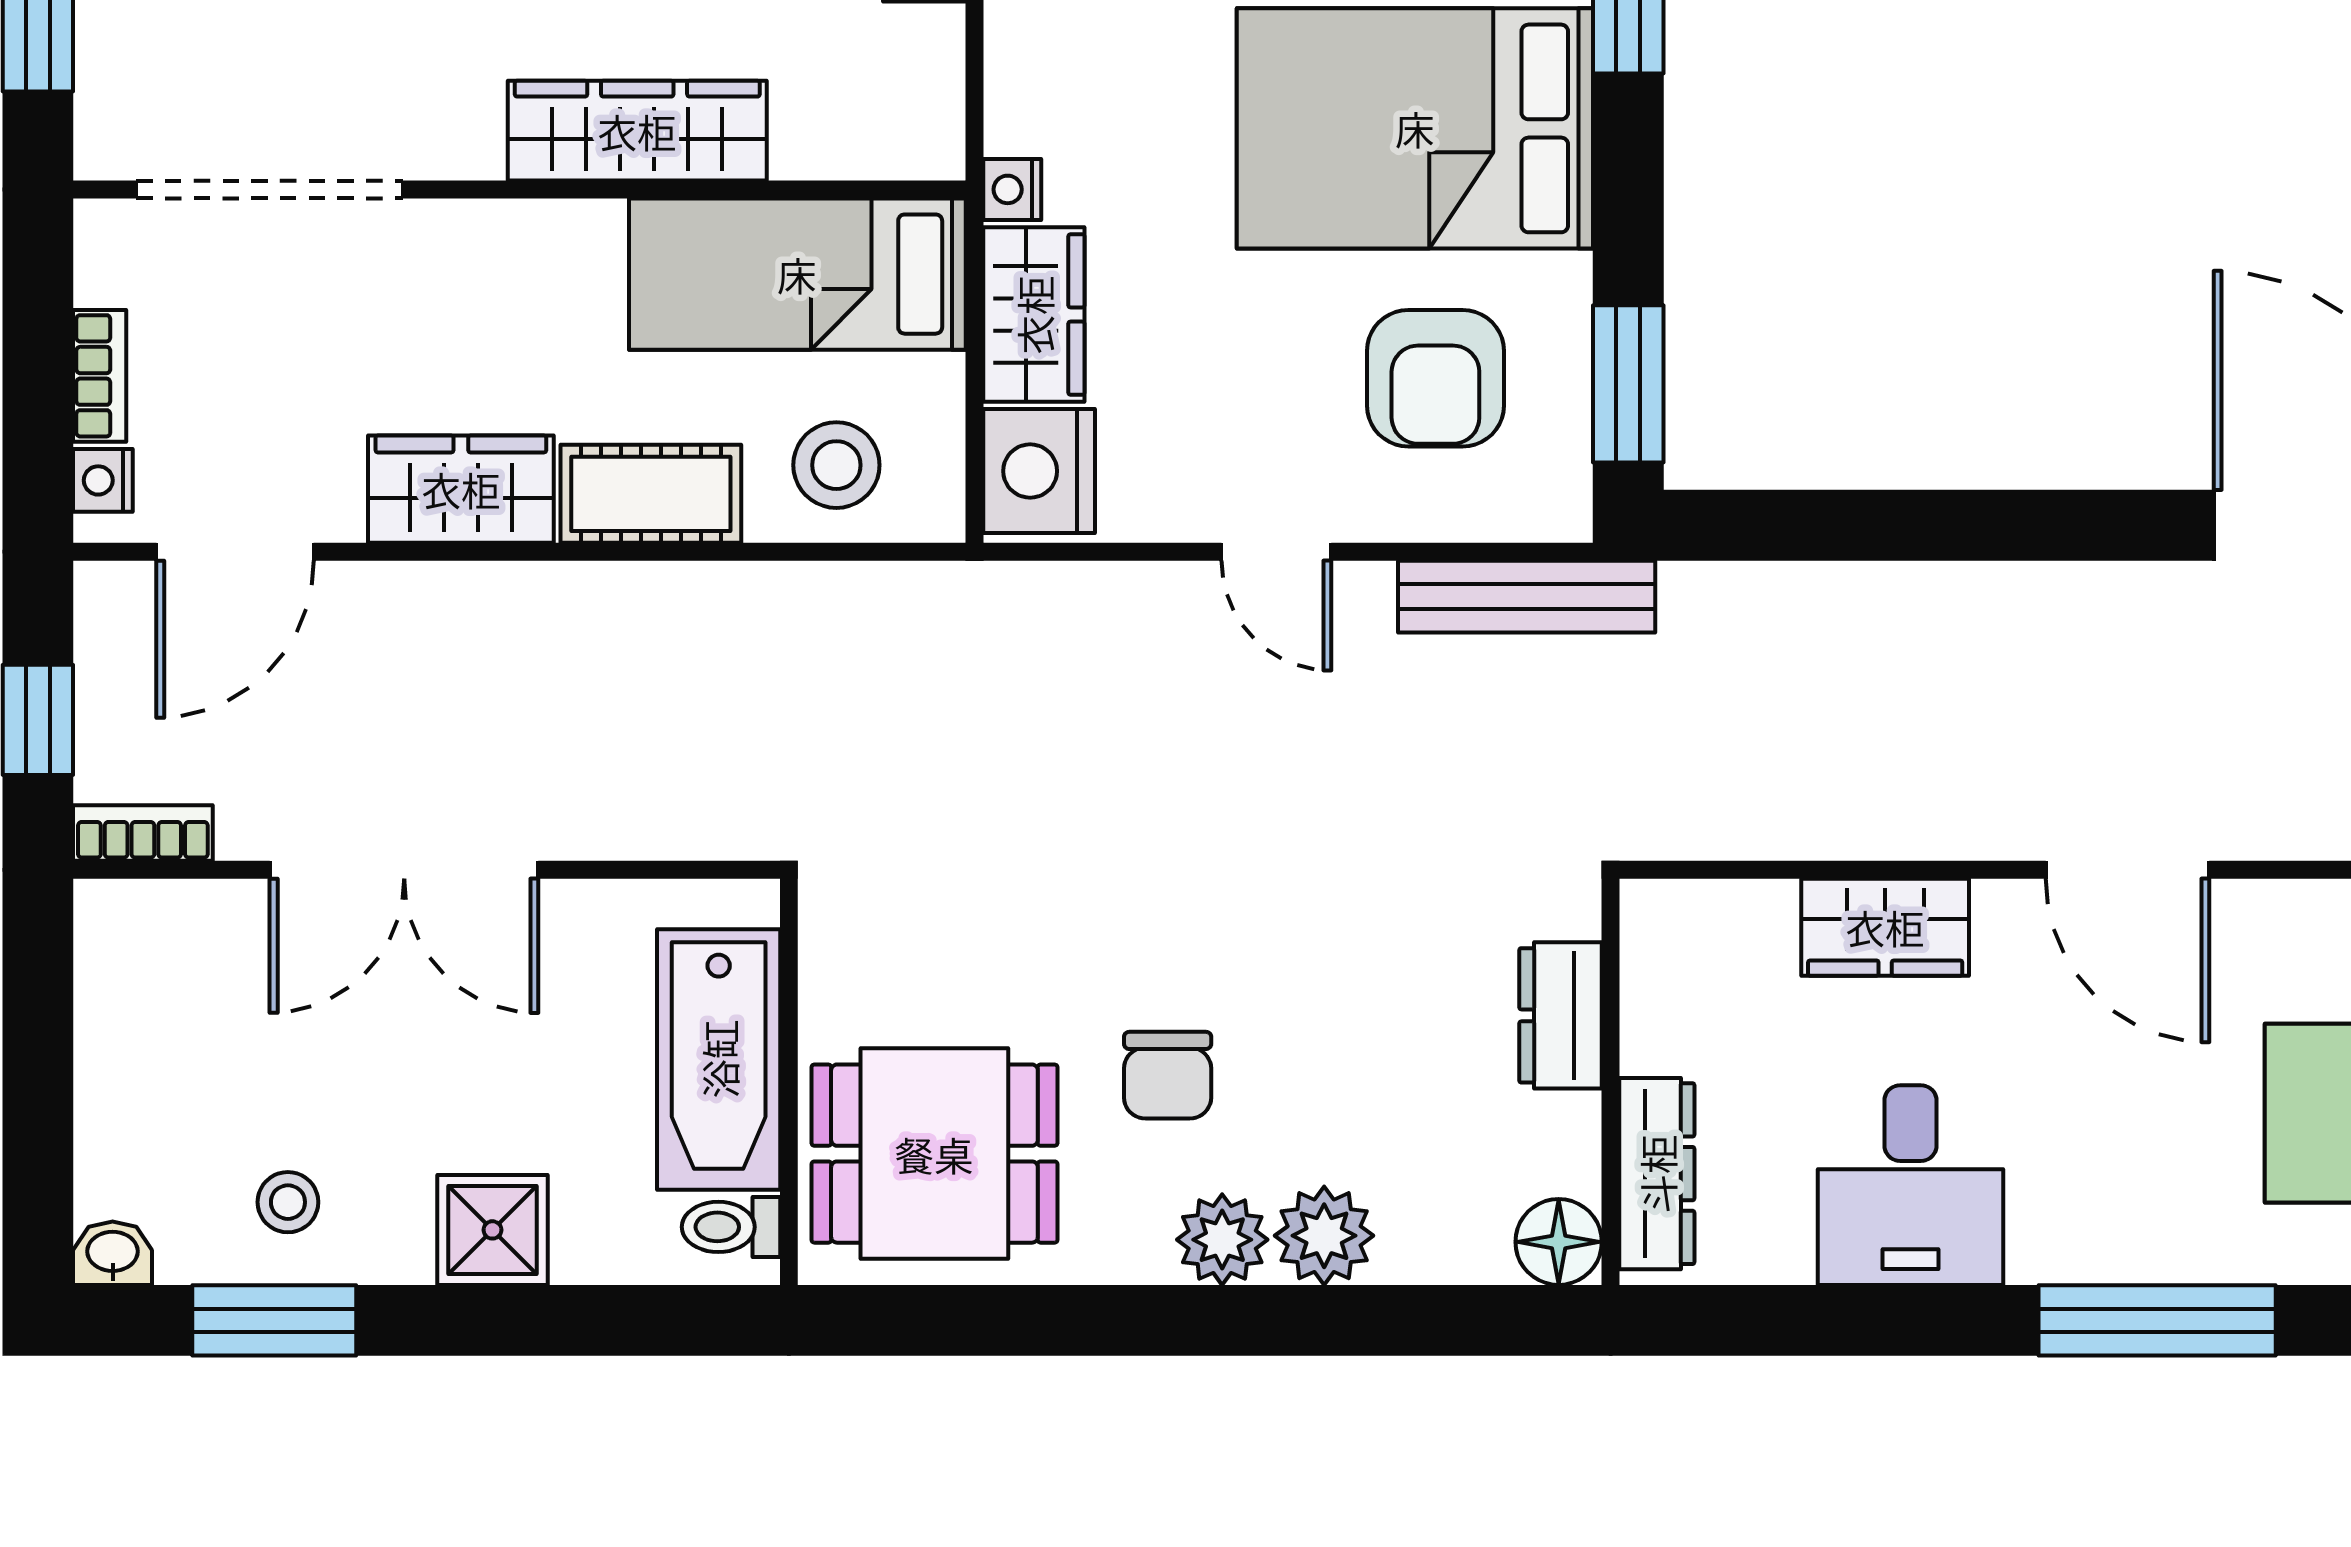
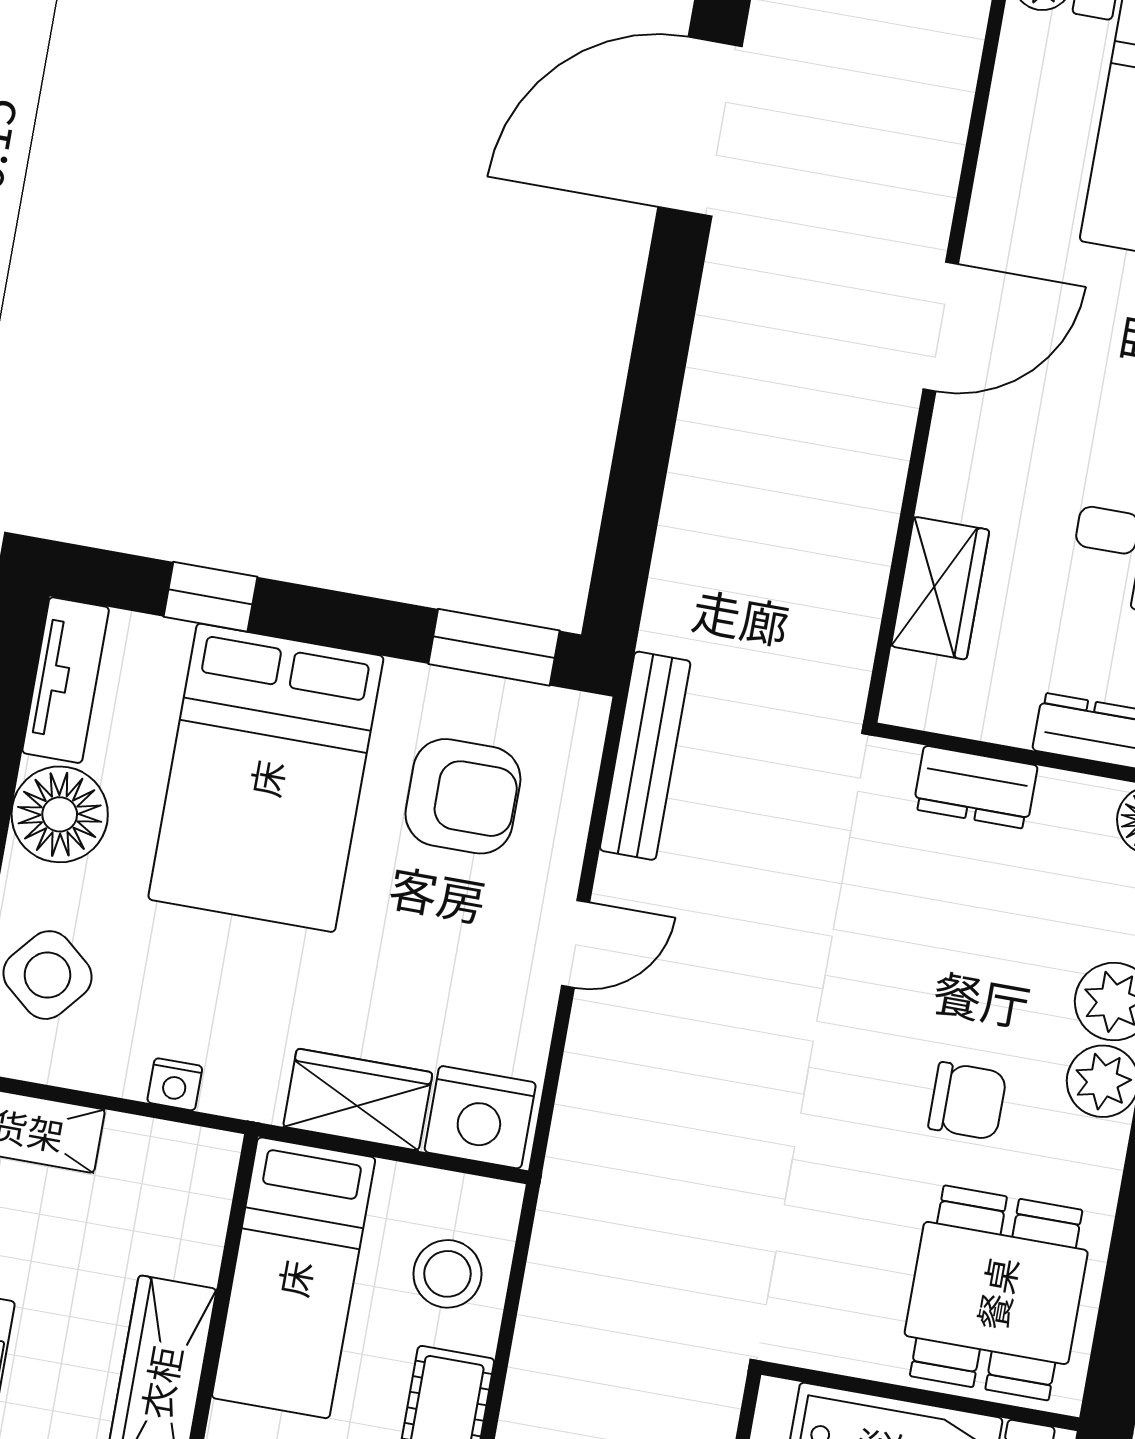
nightstand: (1012, 189) -> (175, 1084), moved
wardrobe: (1885, 927) -> (940, 588), moved

